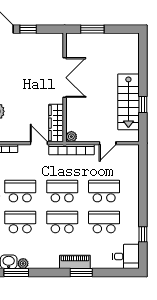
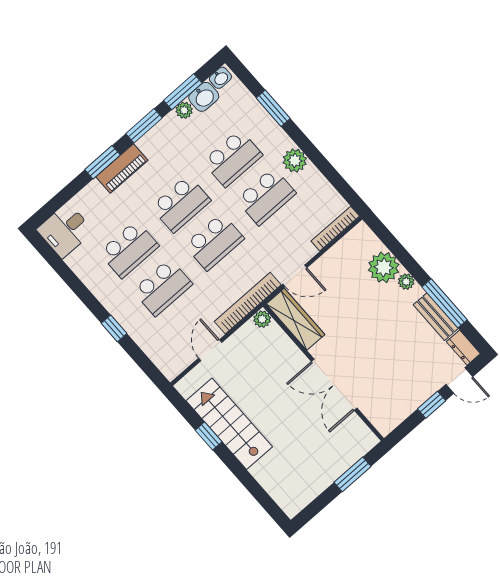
window: (143, 234) -> (114, 328), moved
window: (48, 273) -> (144, 126), added

